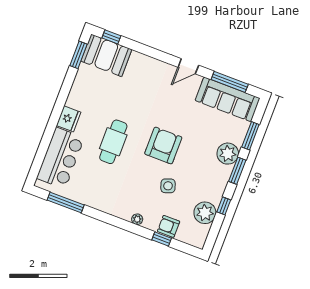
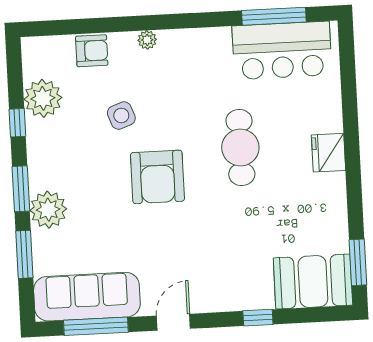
window: (111, 37) -> (258, 318), moved
bar counter: (60, 158) -> (282, 50), moved, turned -90
window: (162, 239) -> (94, 26), removed

